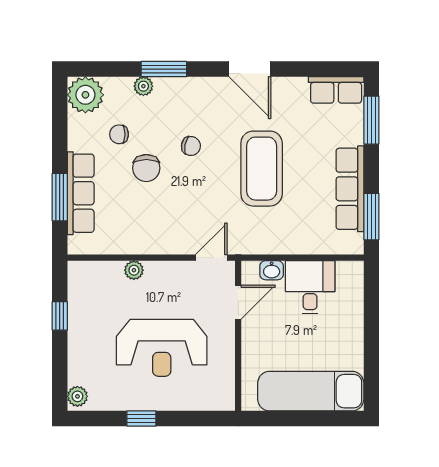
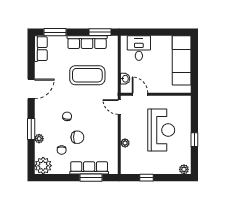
coffee table: (262, 169) -> (87, 75), moved
desk: (310, 287) -> (139, 48), moved, turned 90

